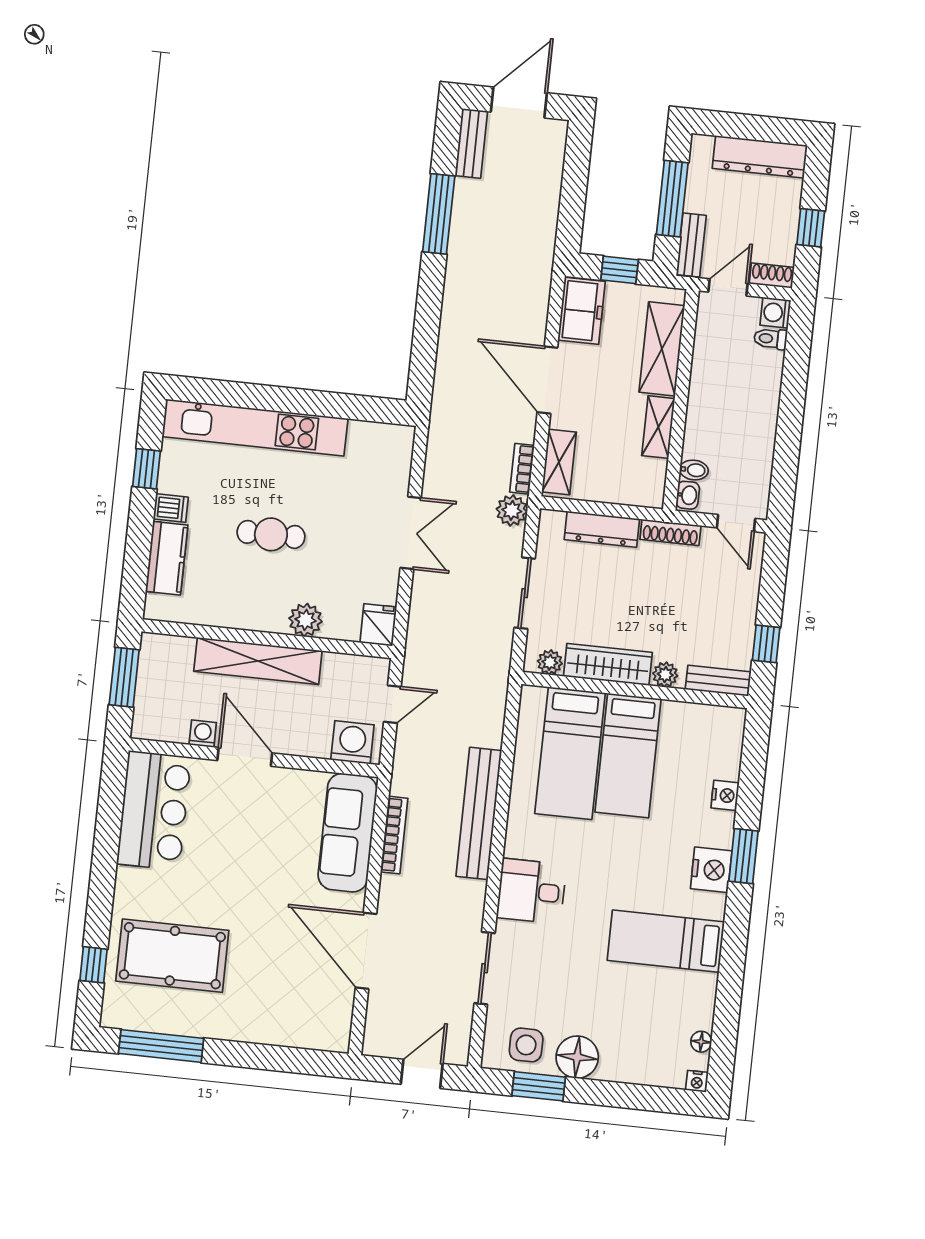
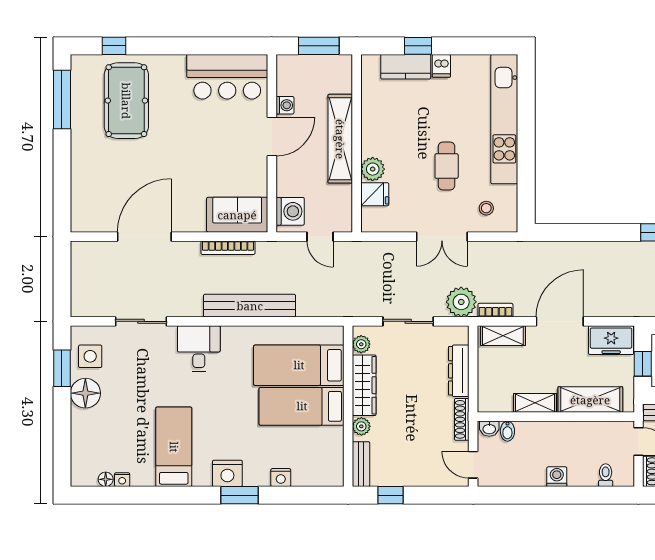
washing machine: (775, 313) -> (557, 477), moved
stool: (377, 466) -> (486, 208), added
window: (146, 469) -> (418, 46), moved
plant: (512, 510) -> (461, 302), width x1.36, depth x1.36
door: (736, 523) -> (473, 465), hinge flipped
cafe table: (271, 534) -> (447, 166), moved
fridge: (378, 625) -> (375, 194), moved
sofa: (348, 833) -> (237, 215), width x0.73
door: (422, 1074) -> (62, 285), removed
nightstand: (697, 1081) -> (122, 480), moved, turned -90

